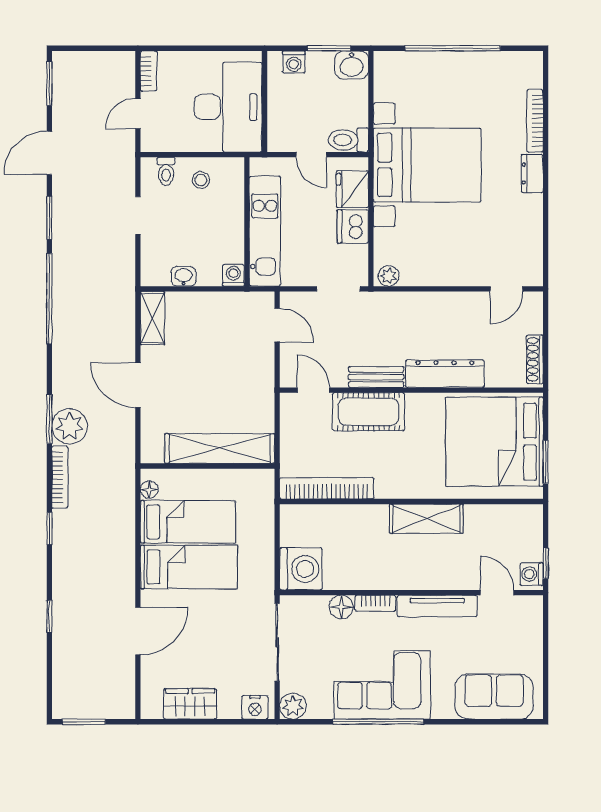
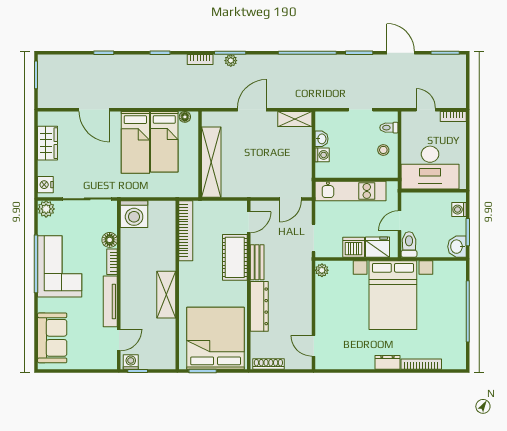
washing machine: (233, 275) -> (322, 155), moved
plant: (70, 426) -> (231, 61), width x0.53, depth x0.53
bookcase: (60, 477) -> (200, 60), width x0.64

